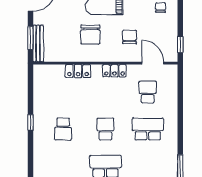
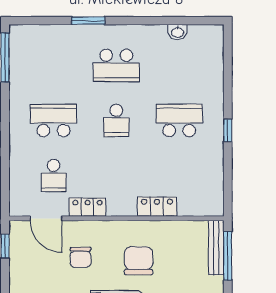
window: (30, 38) -> (228, 256), width x1.44
locker: (114, 71) -> (87, 207), moved
school desk: (63, 129) -> (179, 120), width x1.85
school desk: (148, 129) -> (53, 120), turned 180

